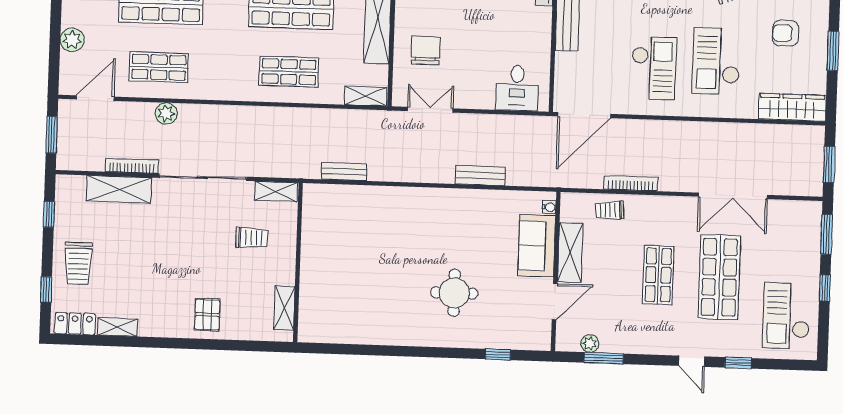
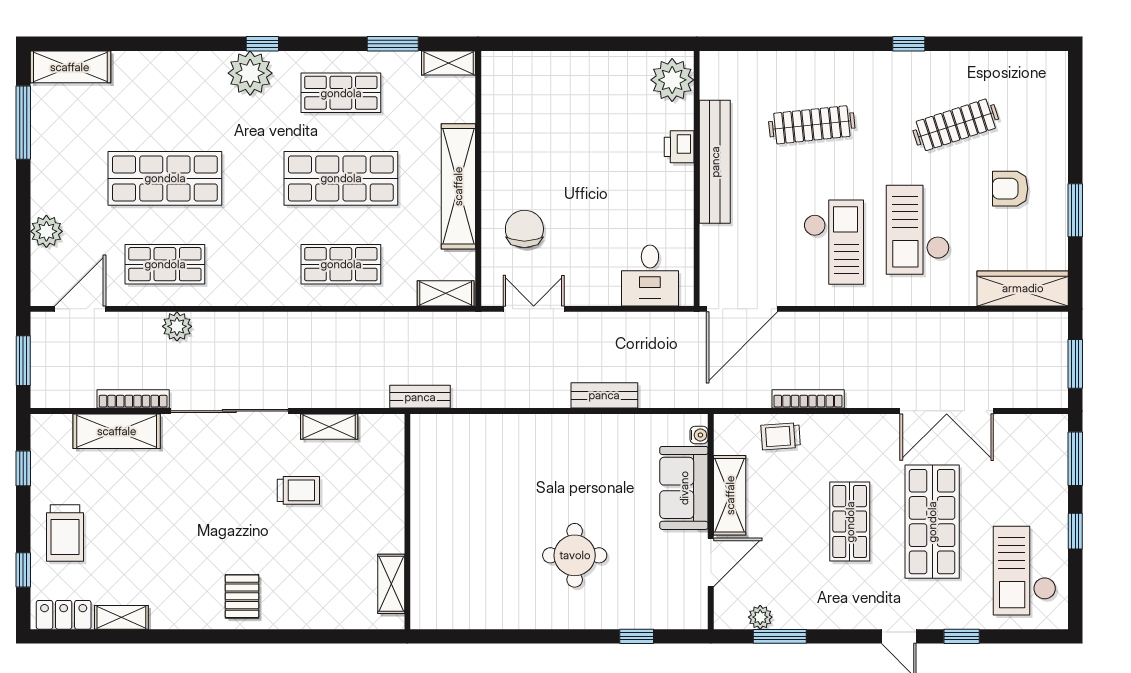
wall: (298, 262) -> (407, 522), moved
shelving: (284, 308) -> (391, 584), moved

